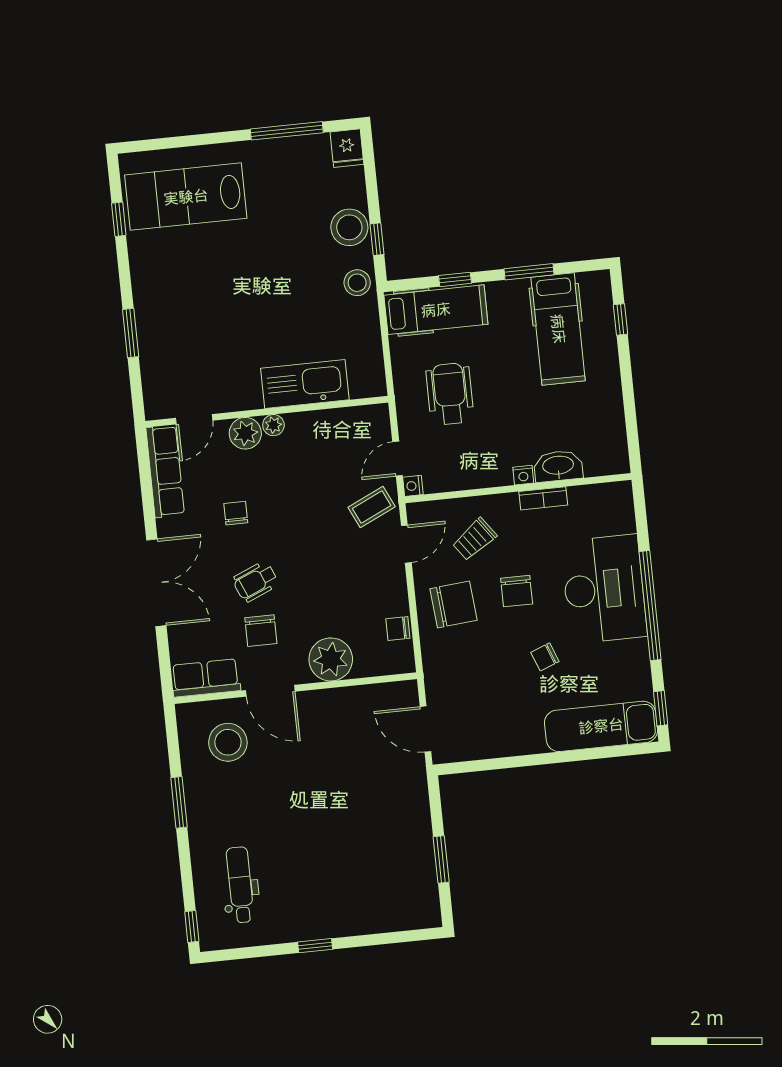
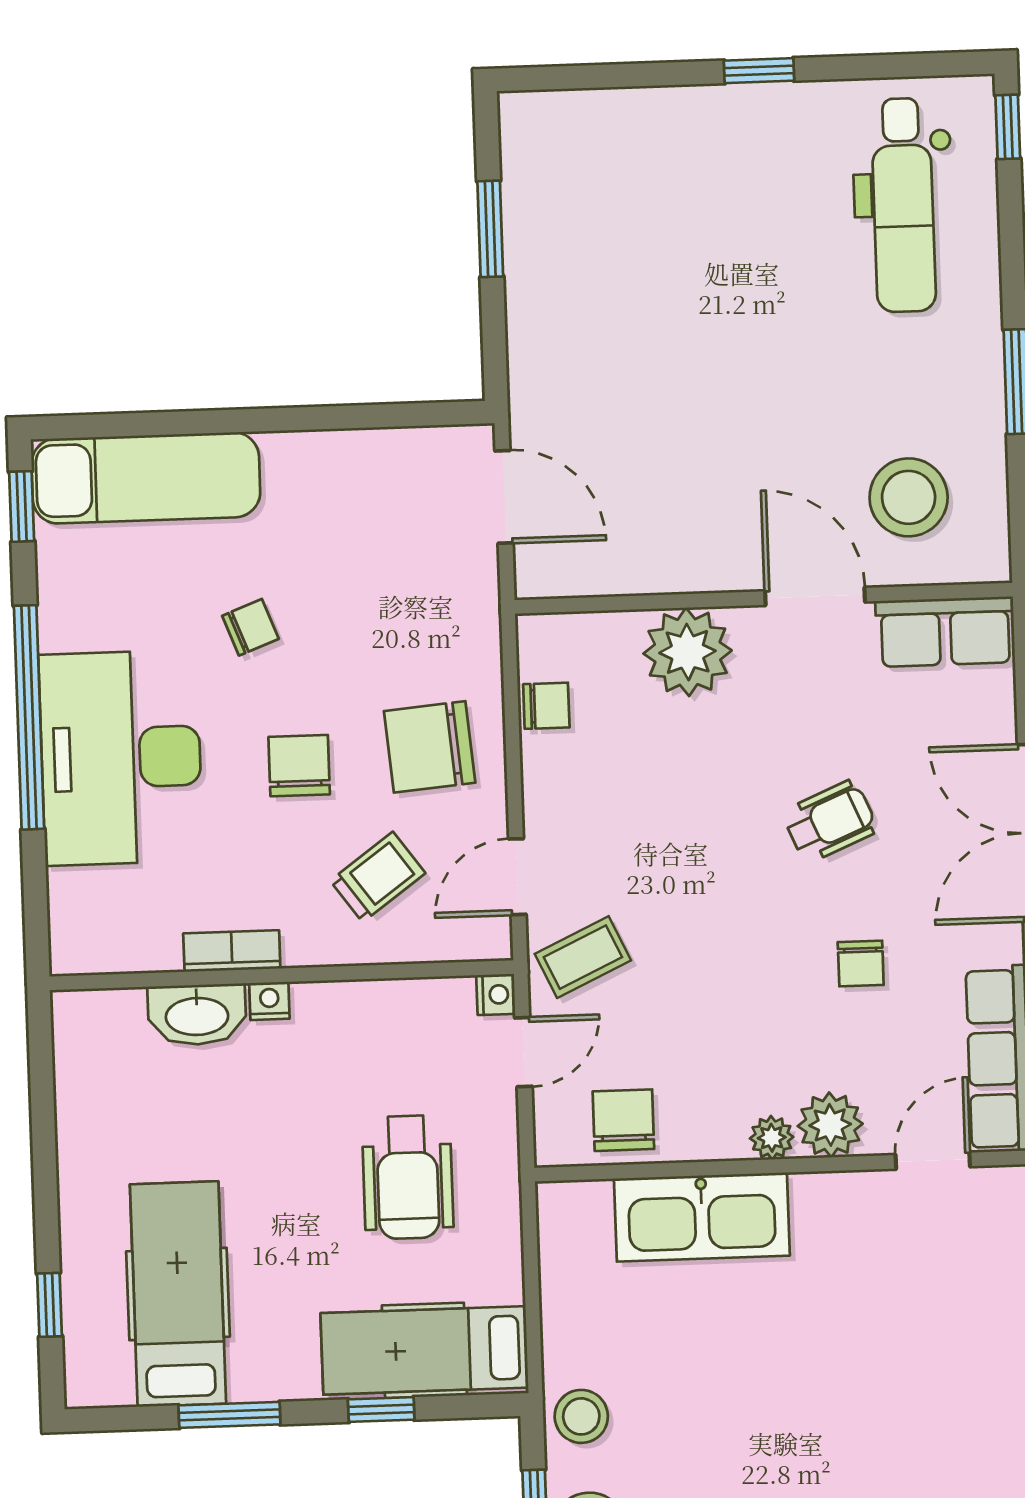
chair: (261, 631) -> (623, 1120), moved
dental chair: (240, 885) -> (903, 205), width x1.36, depth x1.38

